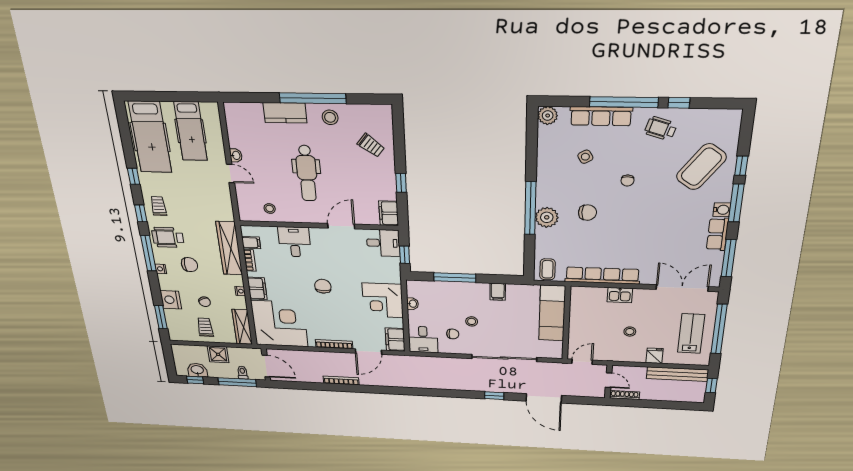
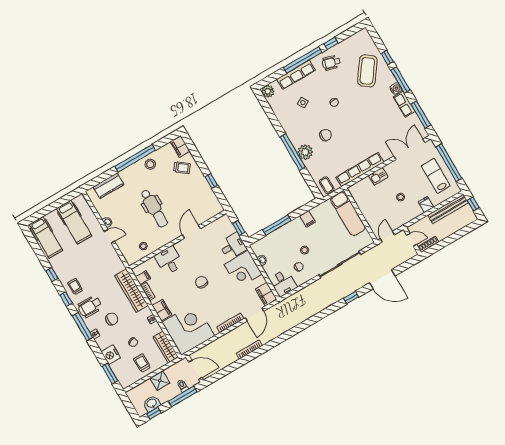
kitchen counter: (285, 113) -> (108, 186), moved
hospital bed: (150, 137) -> (46, 237), width x0.73, depth x0.78
filing cabinet: (389, 213) -> (180, 146), moved
desk: (383, 243) -> (233, 246), moved

